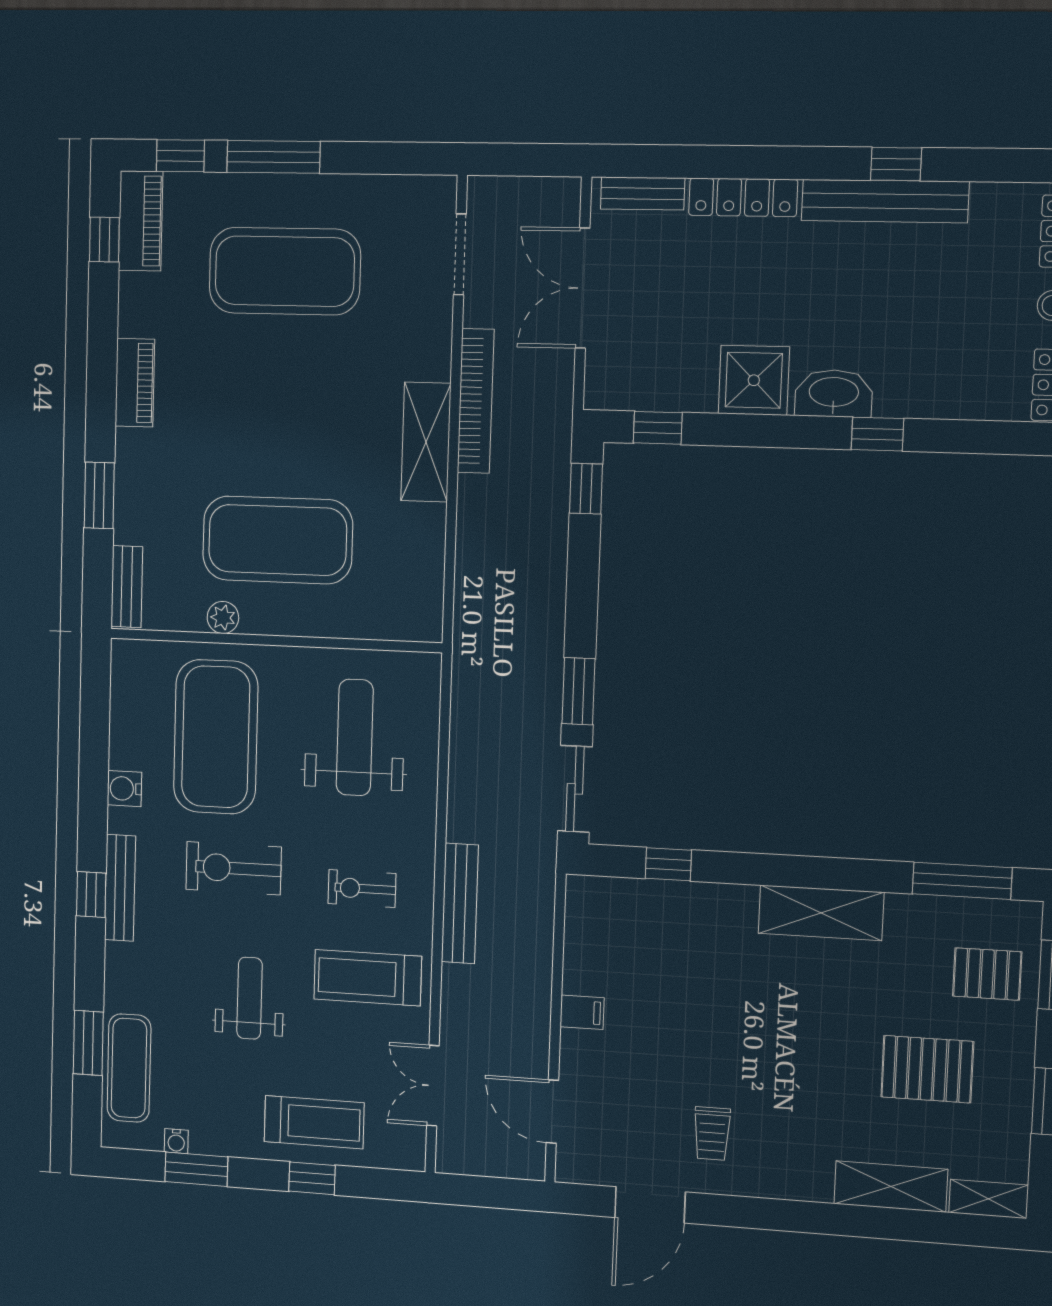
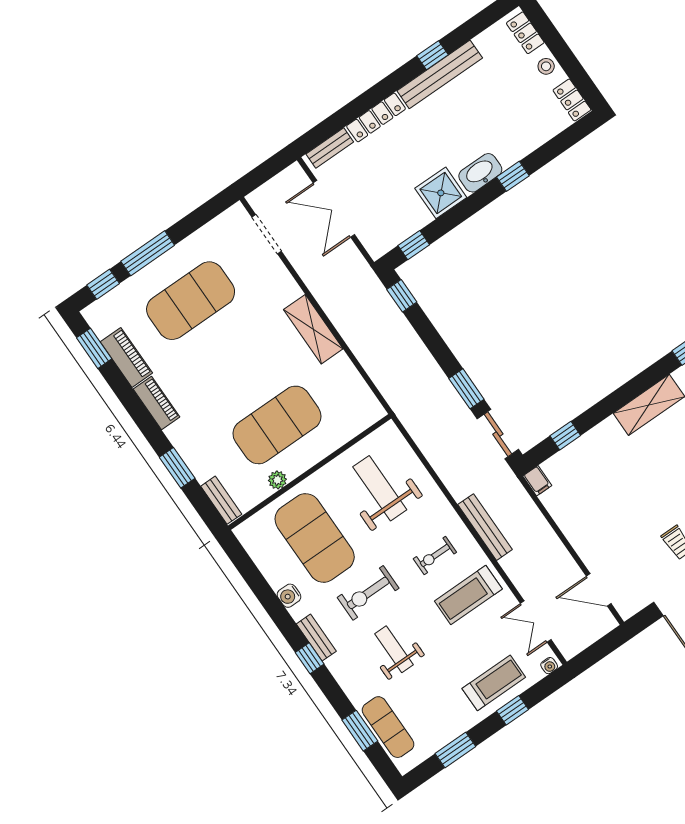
piano: (141, 221) -> (126, 357), moved
window: (104, 240) -> (94, 348), width x1.50
bookcase: (476, 401) -> (322, 294), removed
bench: (120, 888) -> (316, 638), width x0.73
weight bench: (249, 998) -> (394, 649), moved
filing cabinet: (582, 1012) -> (537, 481), moved, turned 90
water cooler: (176, 1141) -> (549, 666), moved

